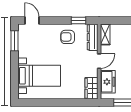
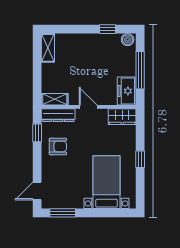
armchair: (68, 37) -> (58, 146), turned -90
freezer: (108, 82) -> (127, 91), moved, turned -90
window: (57, 103) -> (140, 159), added

